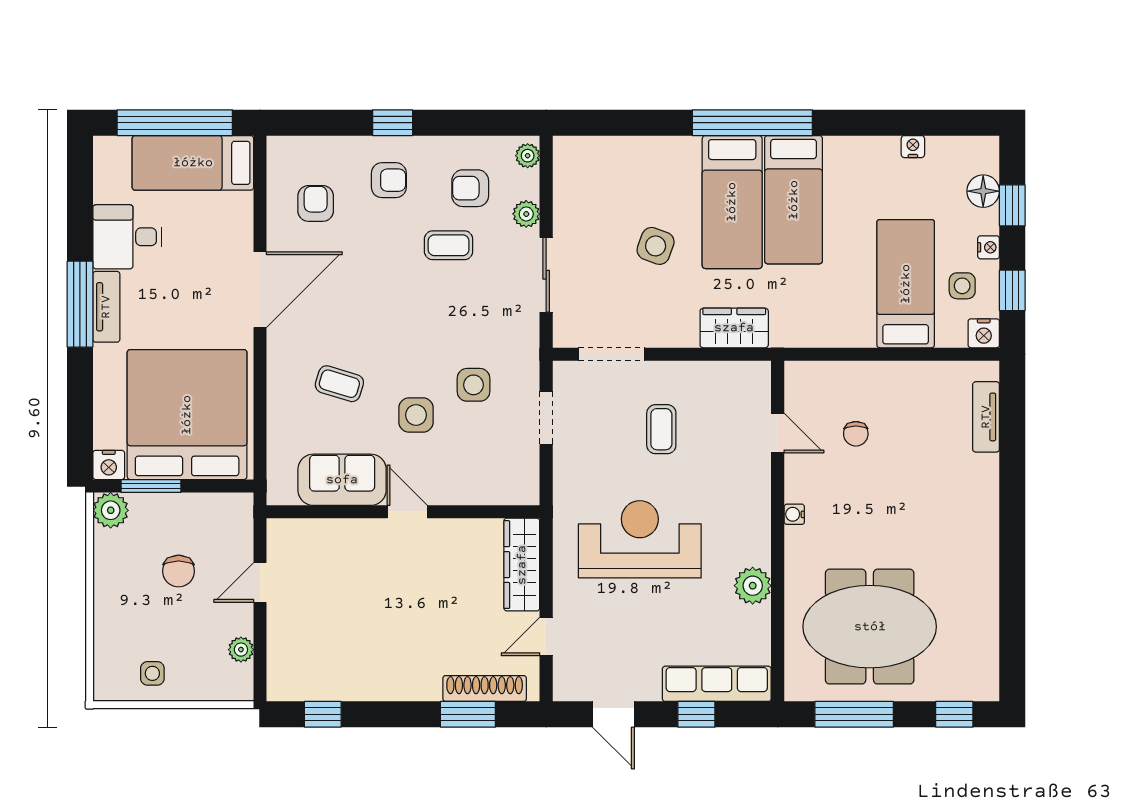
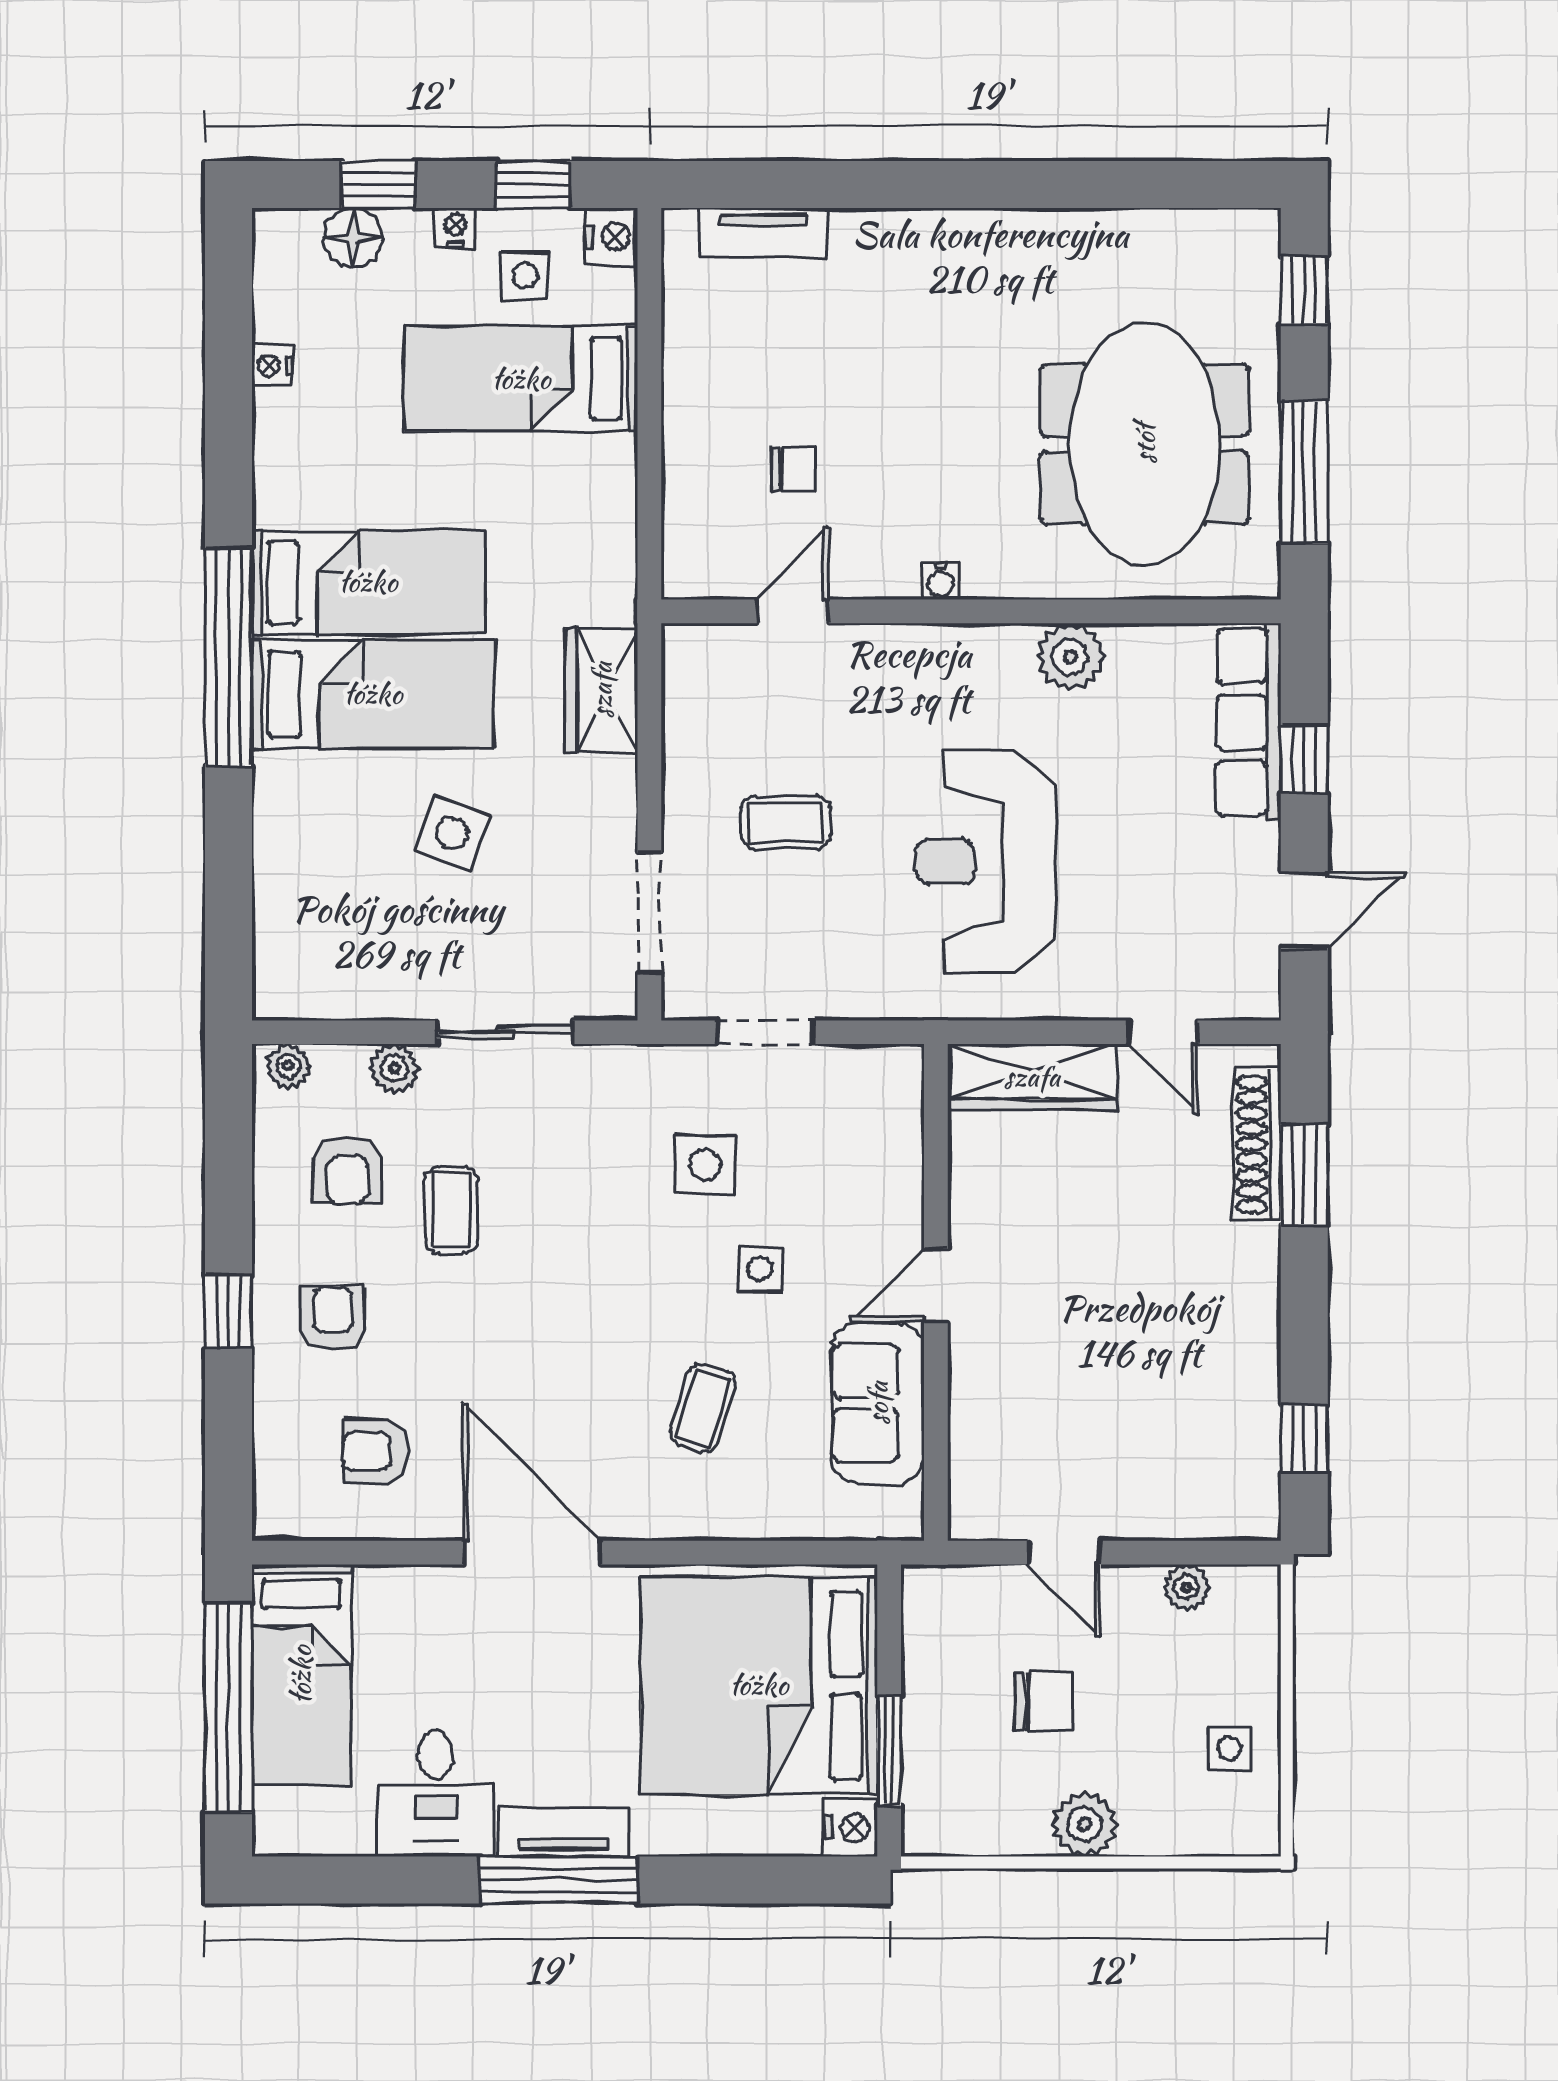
side table: (416, 415) -> (760, 1269), width x0.73, depth x0.73
plant: (111, 510) -> (1085, 1824), moved

